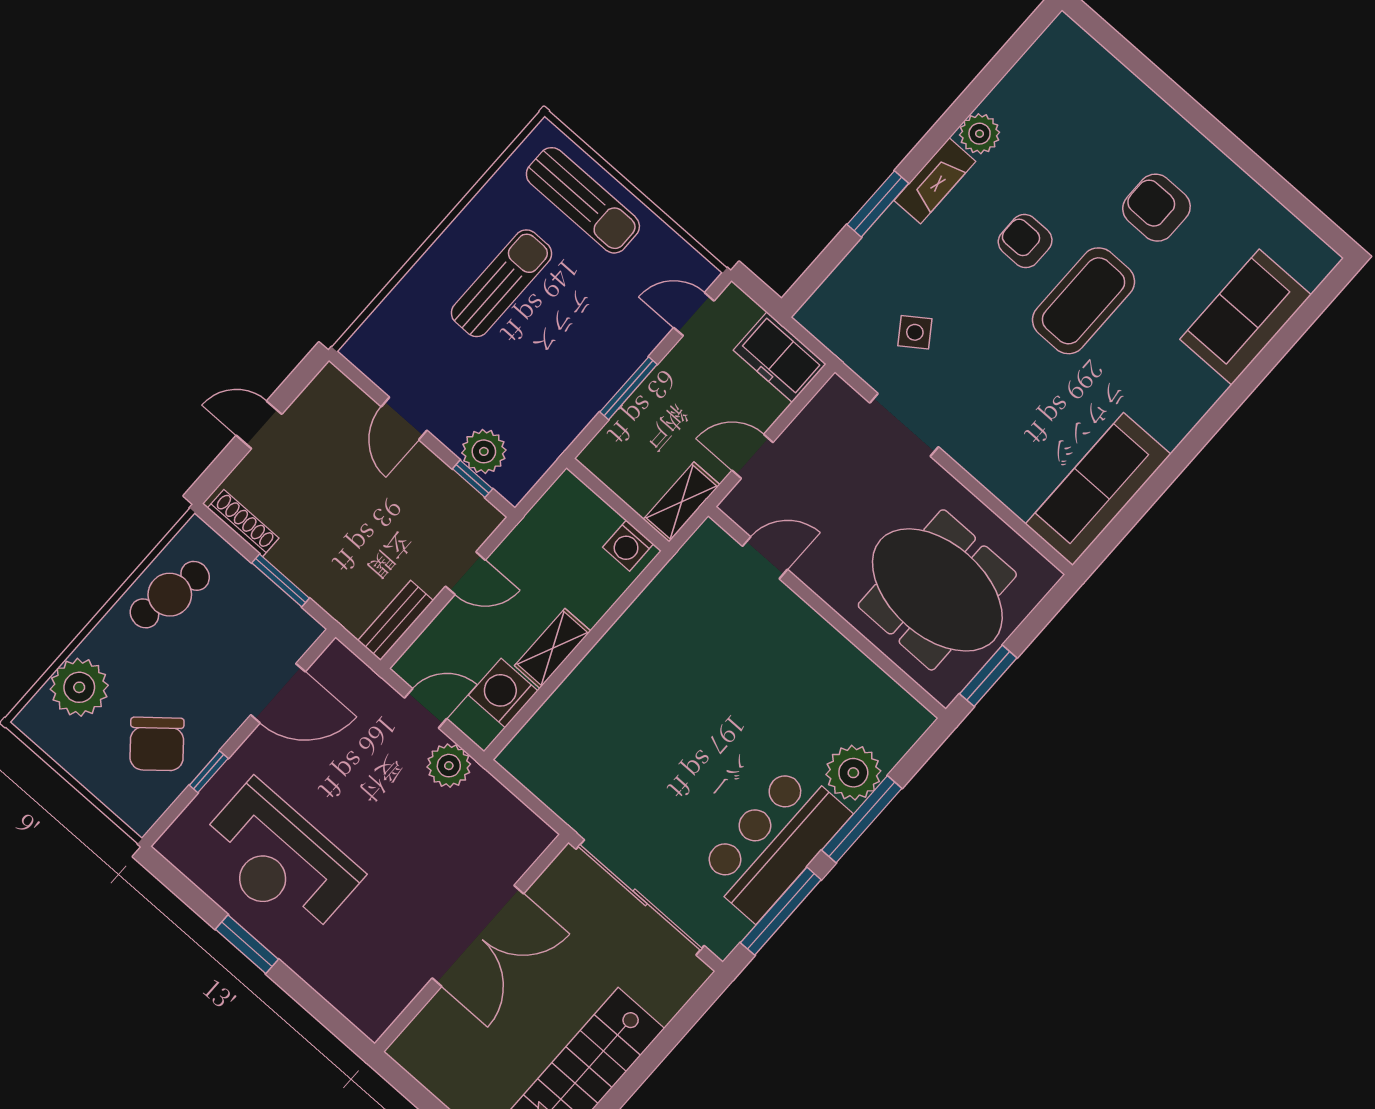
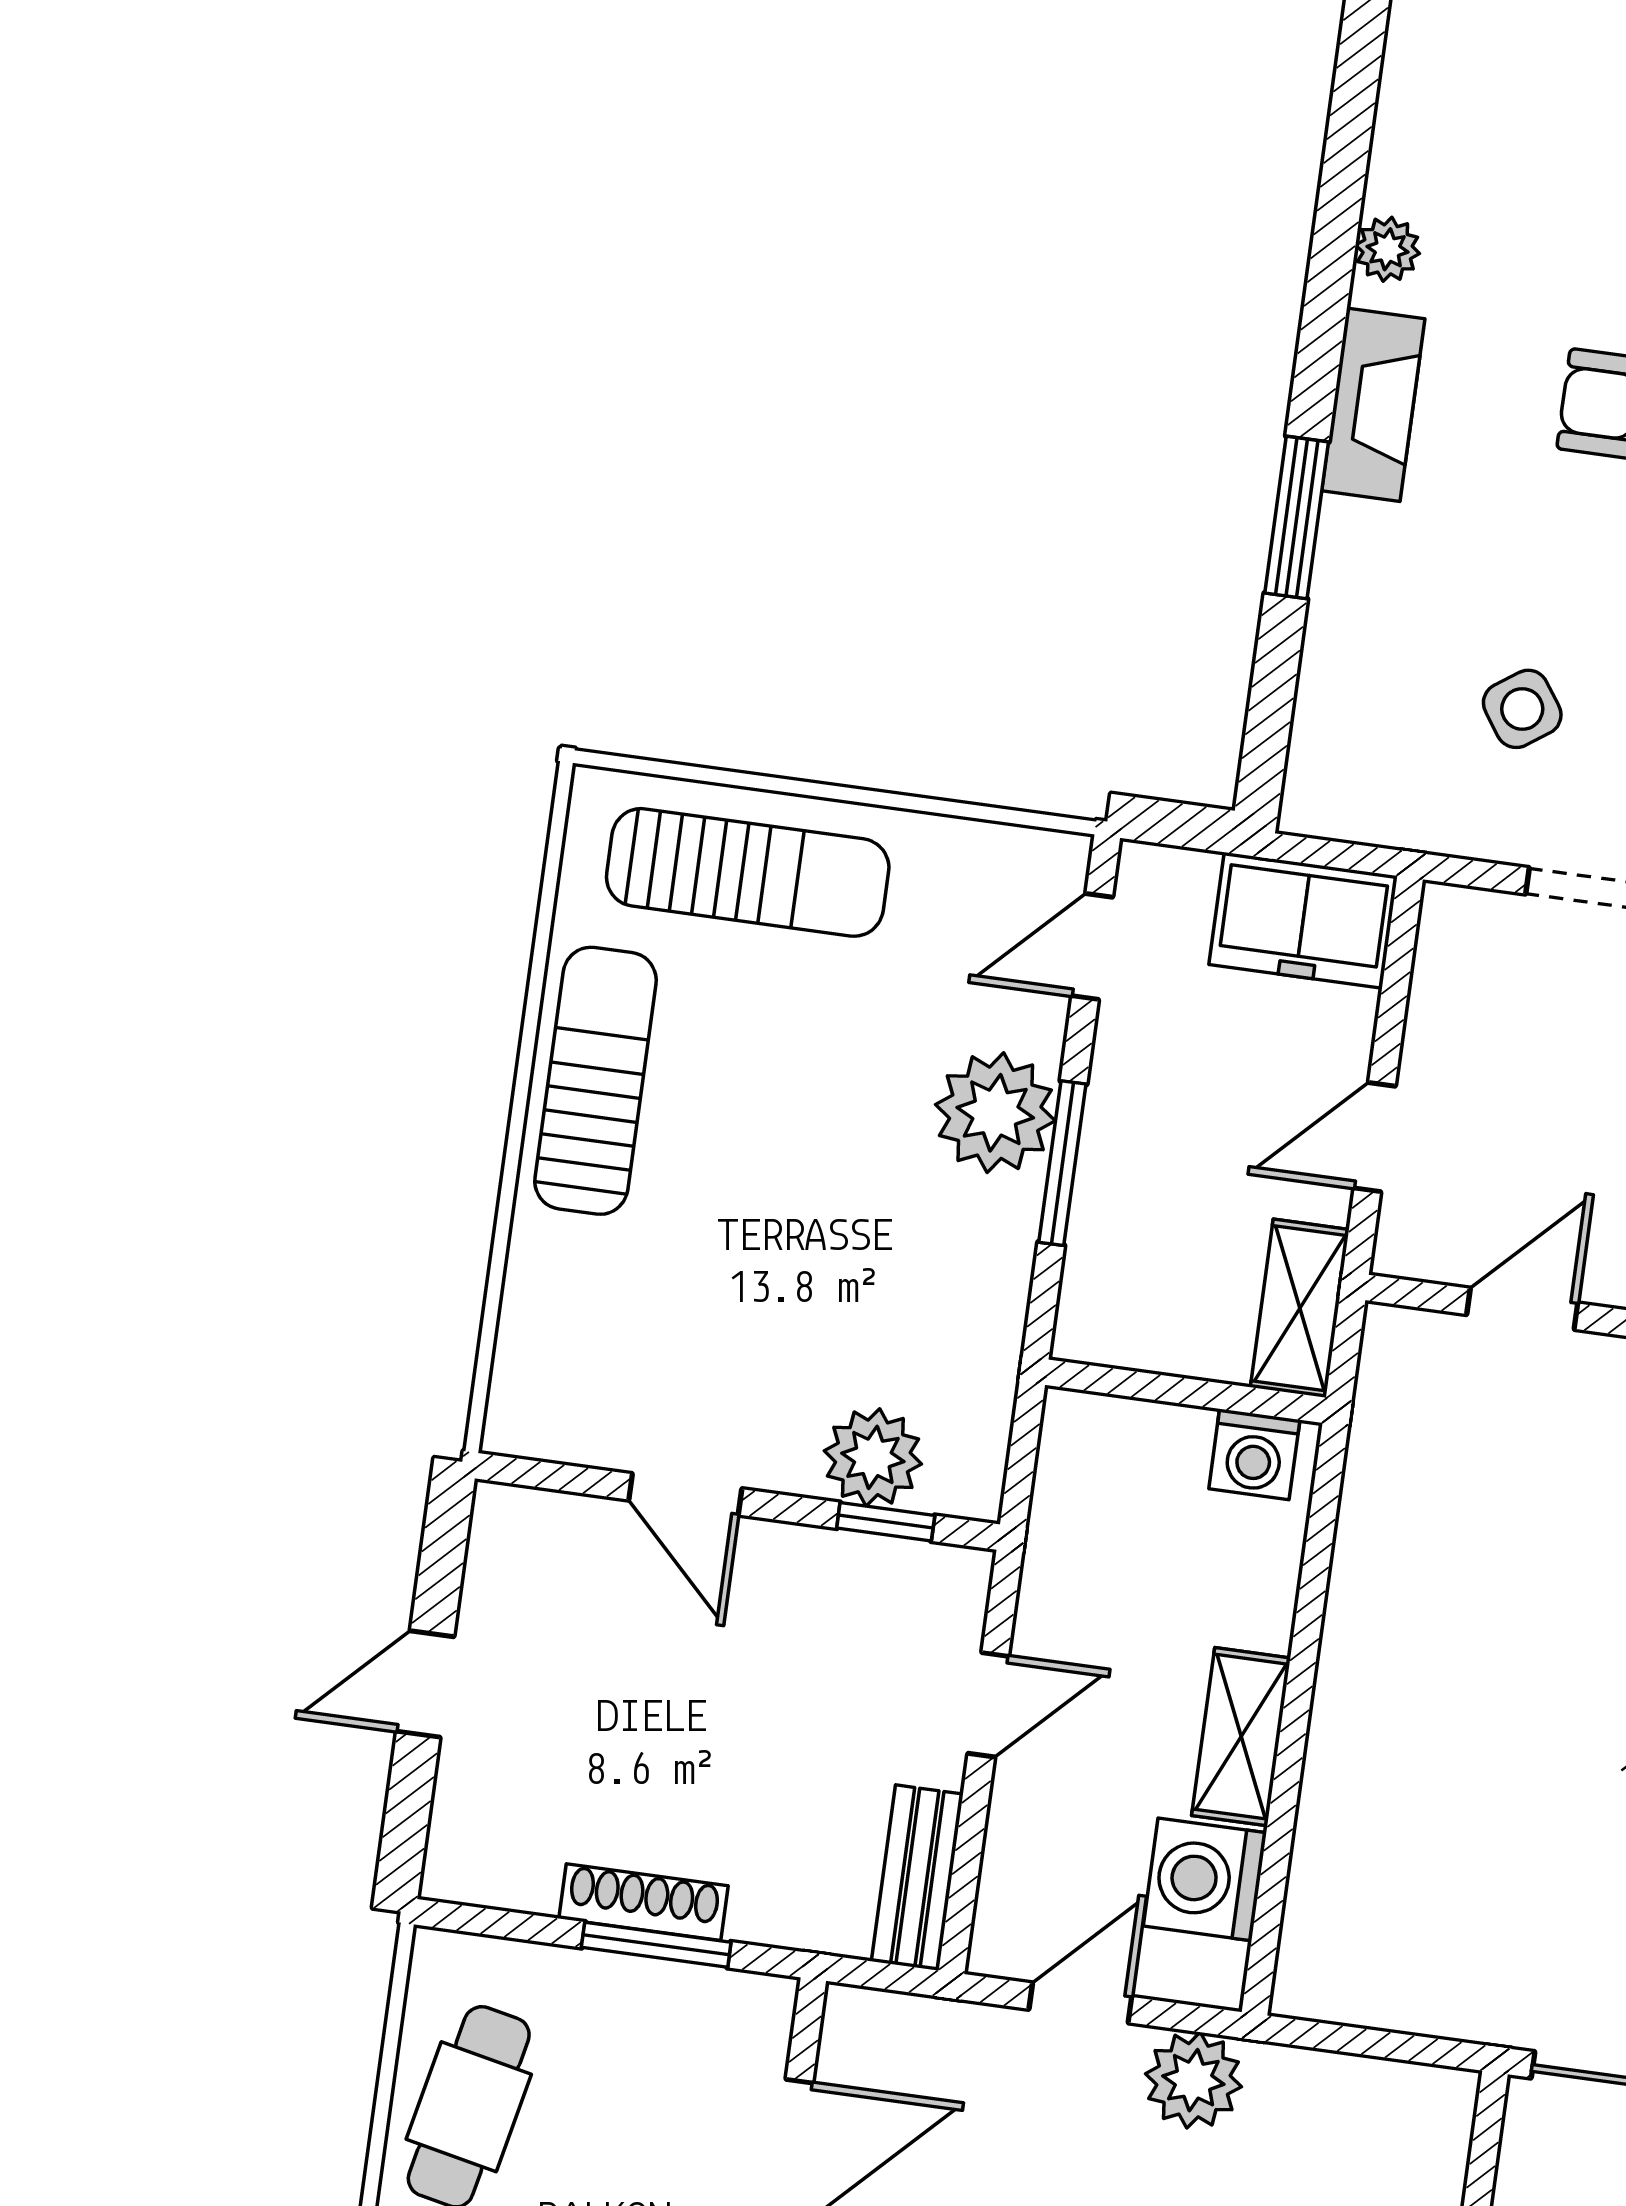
plant: (980, 134) -> (1388, 249), width x0.73, depth x0.73
sun lounger: (501, 283) -> (595, 1081), moved
plant: (616, 352) -> (995, 1113), added
shoe rack: (243, 523) -> (643, 1902), moved

